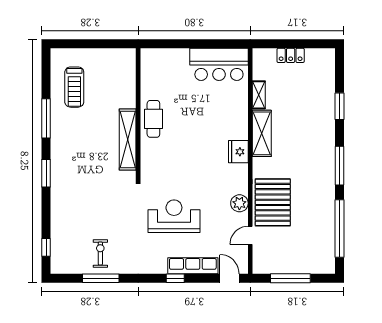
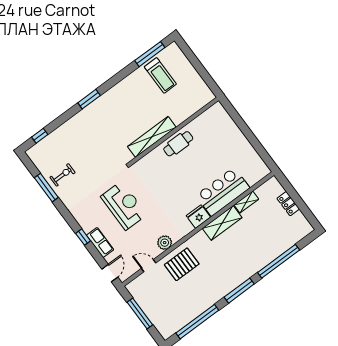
bar counter: (219, 64) -> (223, 192), moved, turned 90
treadmill: (74, 87) -> (160, 75), turned -90
window: (340, 106) -> (279, 261), width x2.11
window: (46, 118) -> (150, 54), moved
pallet: (273, 202) -> (182, 264), width x0.73, depth x0.71
row of seats: (193, 266) -> (100, 243), width x0.68

